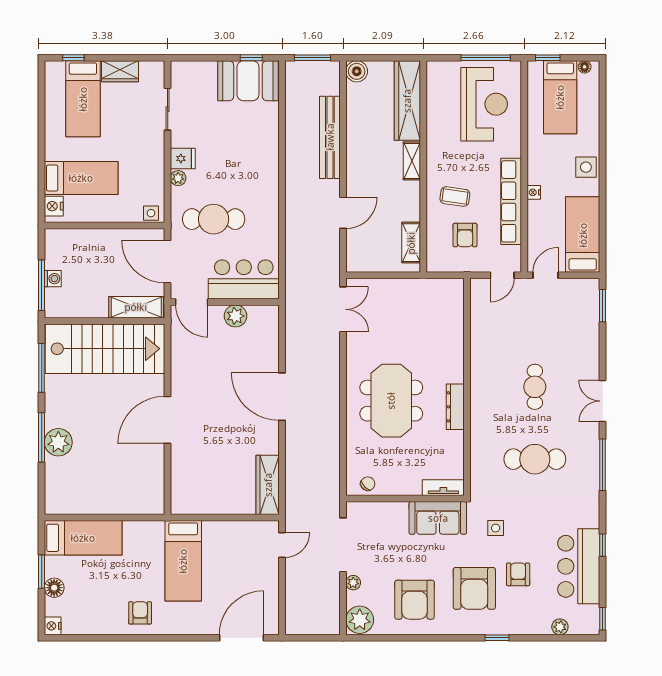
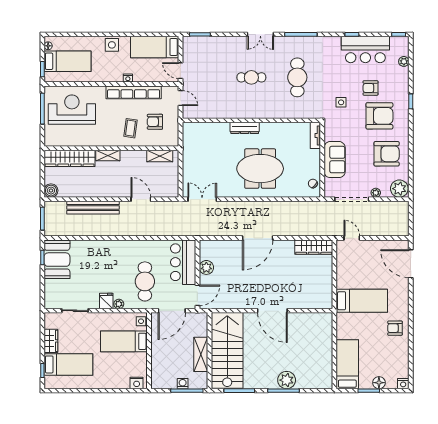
bed: (81, 178) -> (124, 341), moved, turned -90
armchair: (465, 235) -> (155, 122), turned 180
shelving: (136, 307) -> (201, 354), moved
dresser: (455, 407) -> (245, 128), moved
sofa: (438, 518) -> (335, 160), moved

